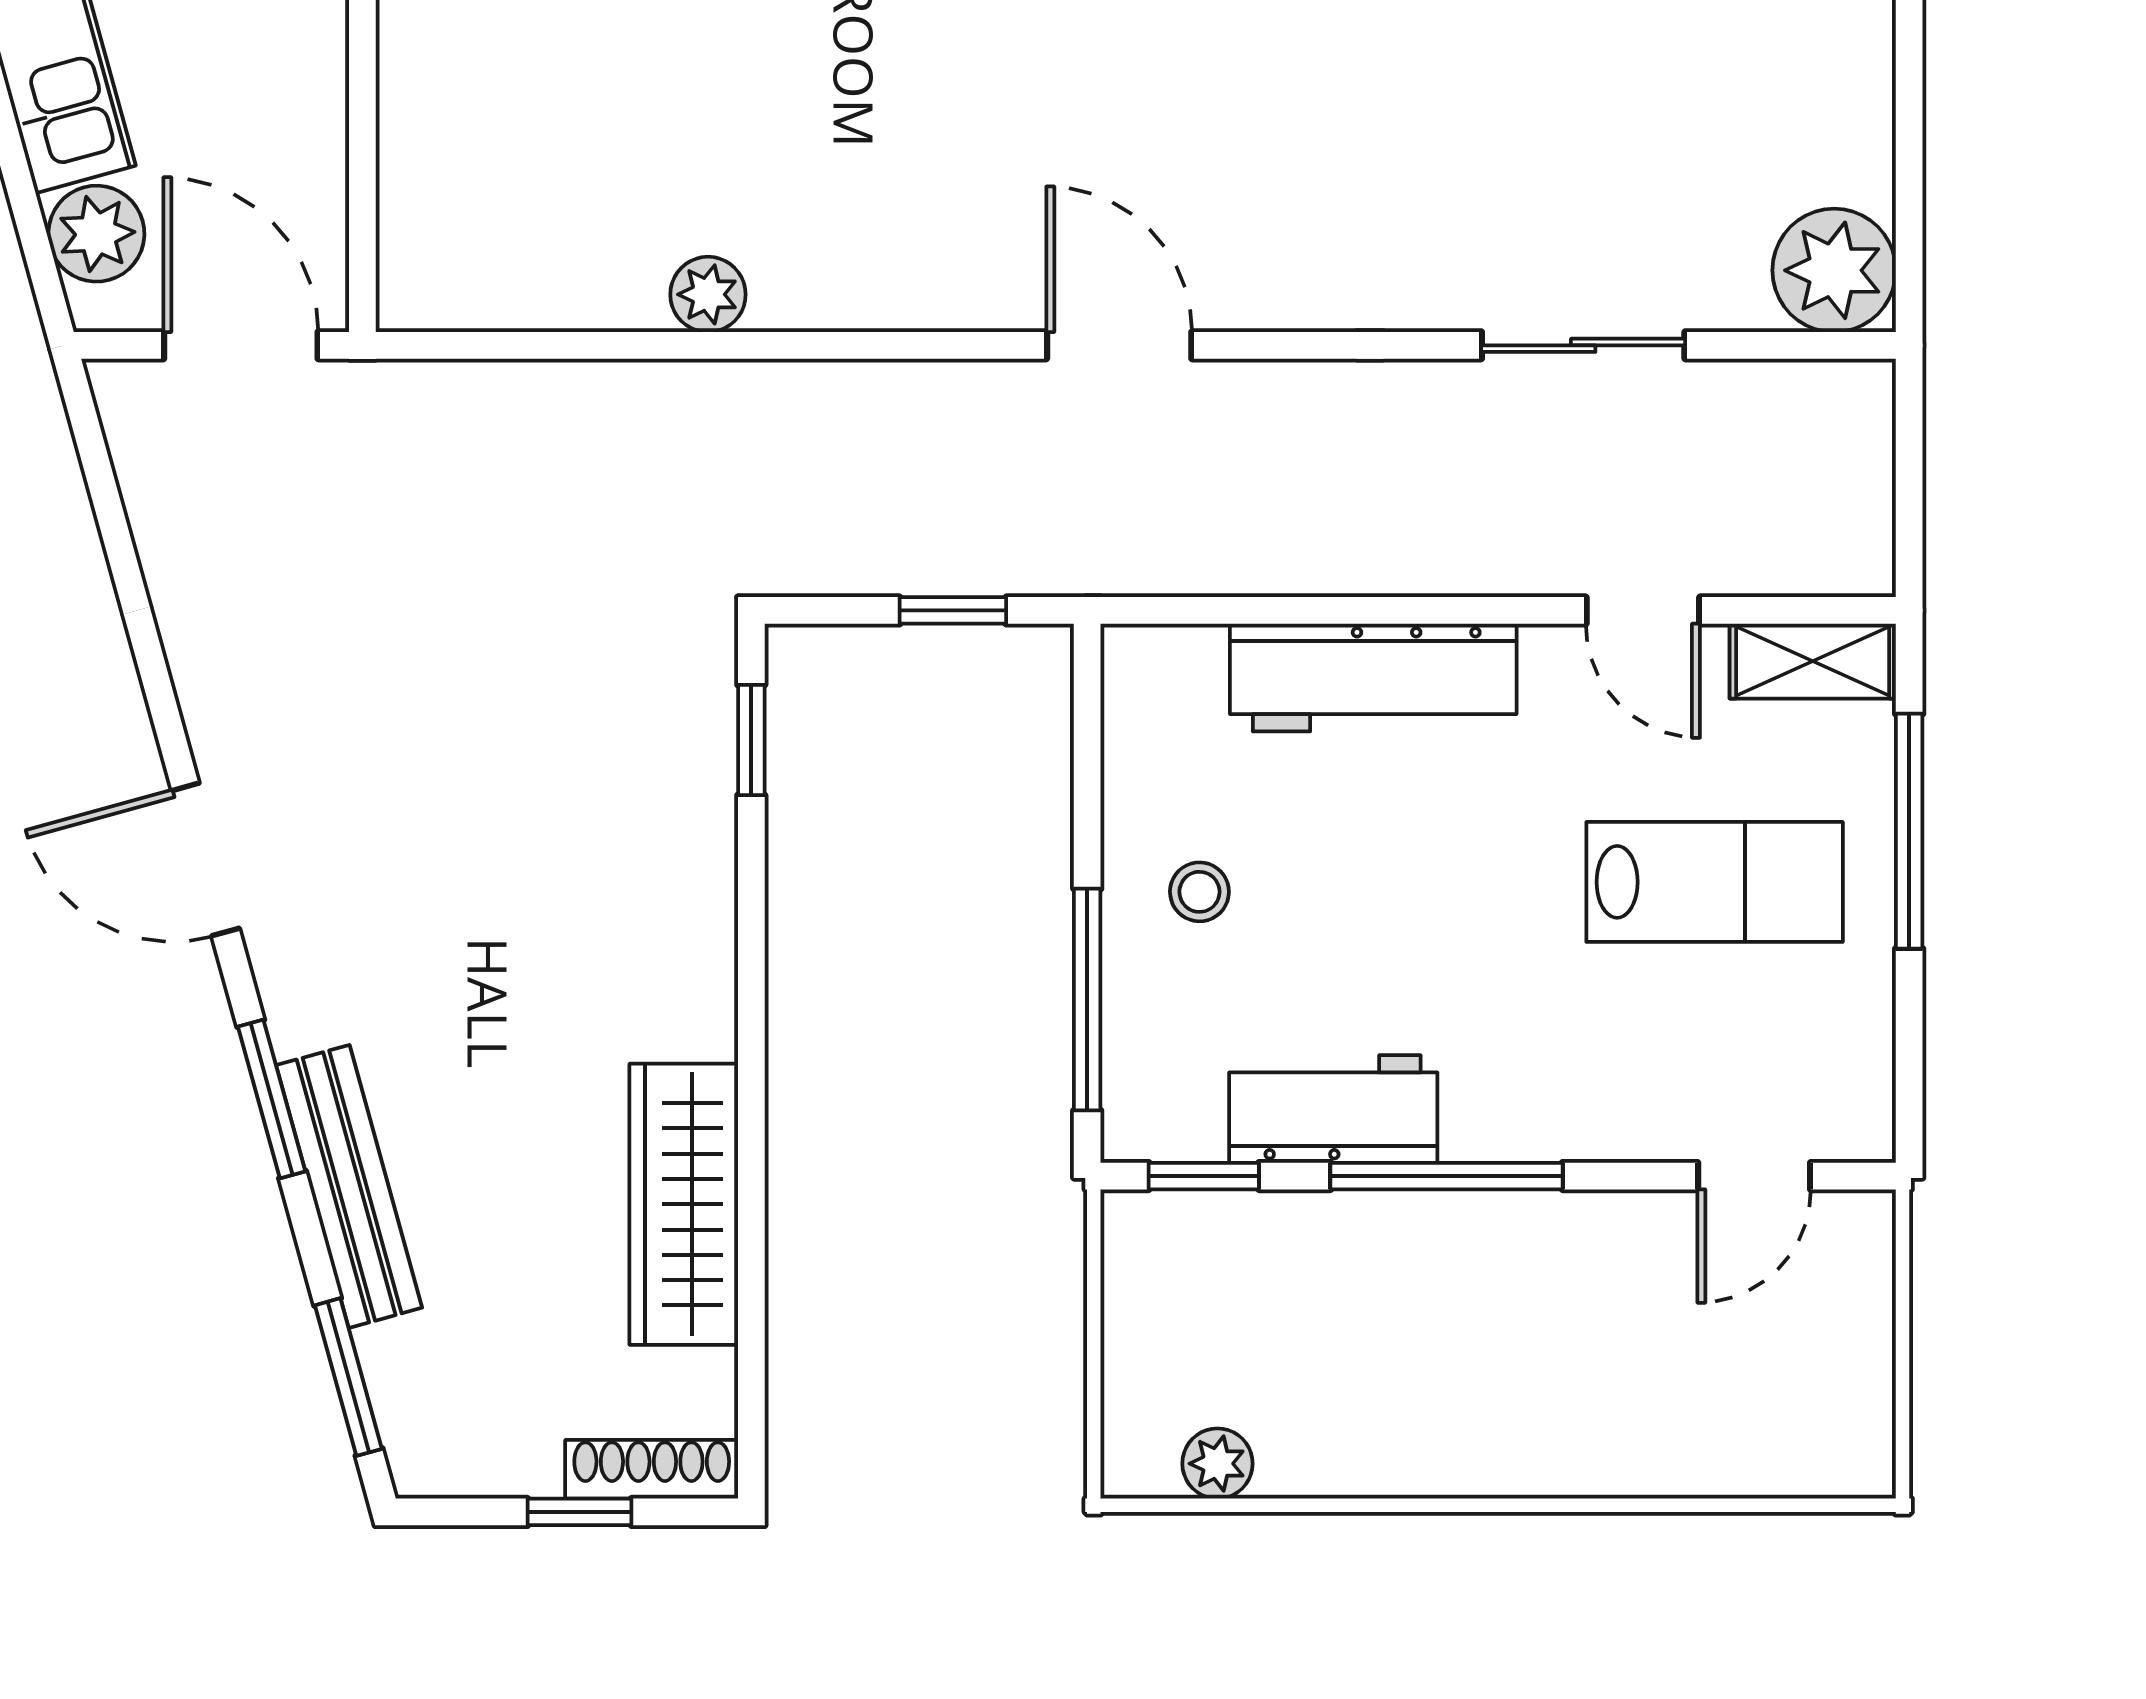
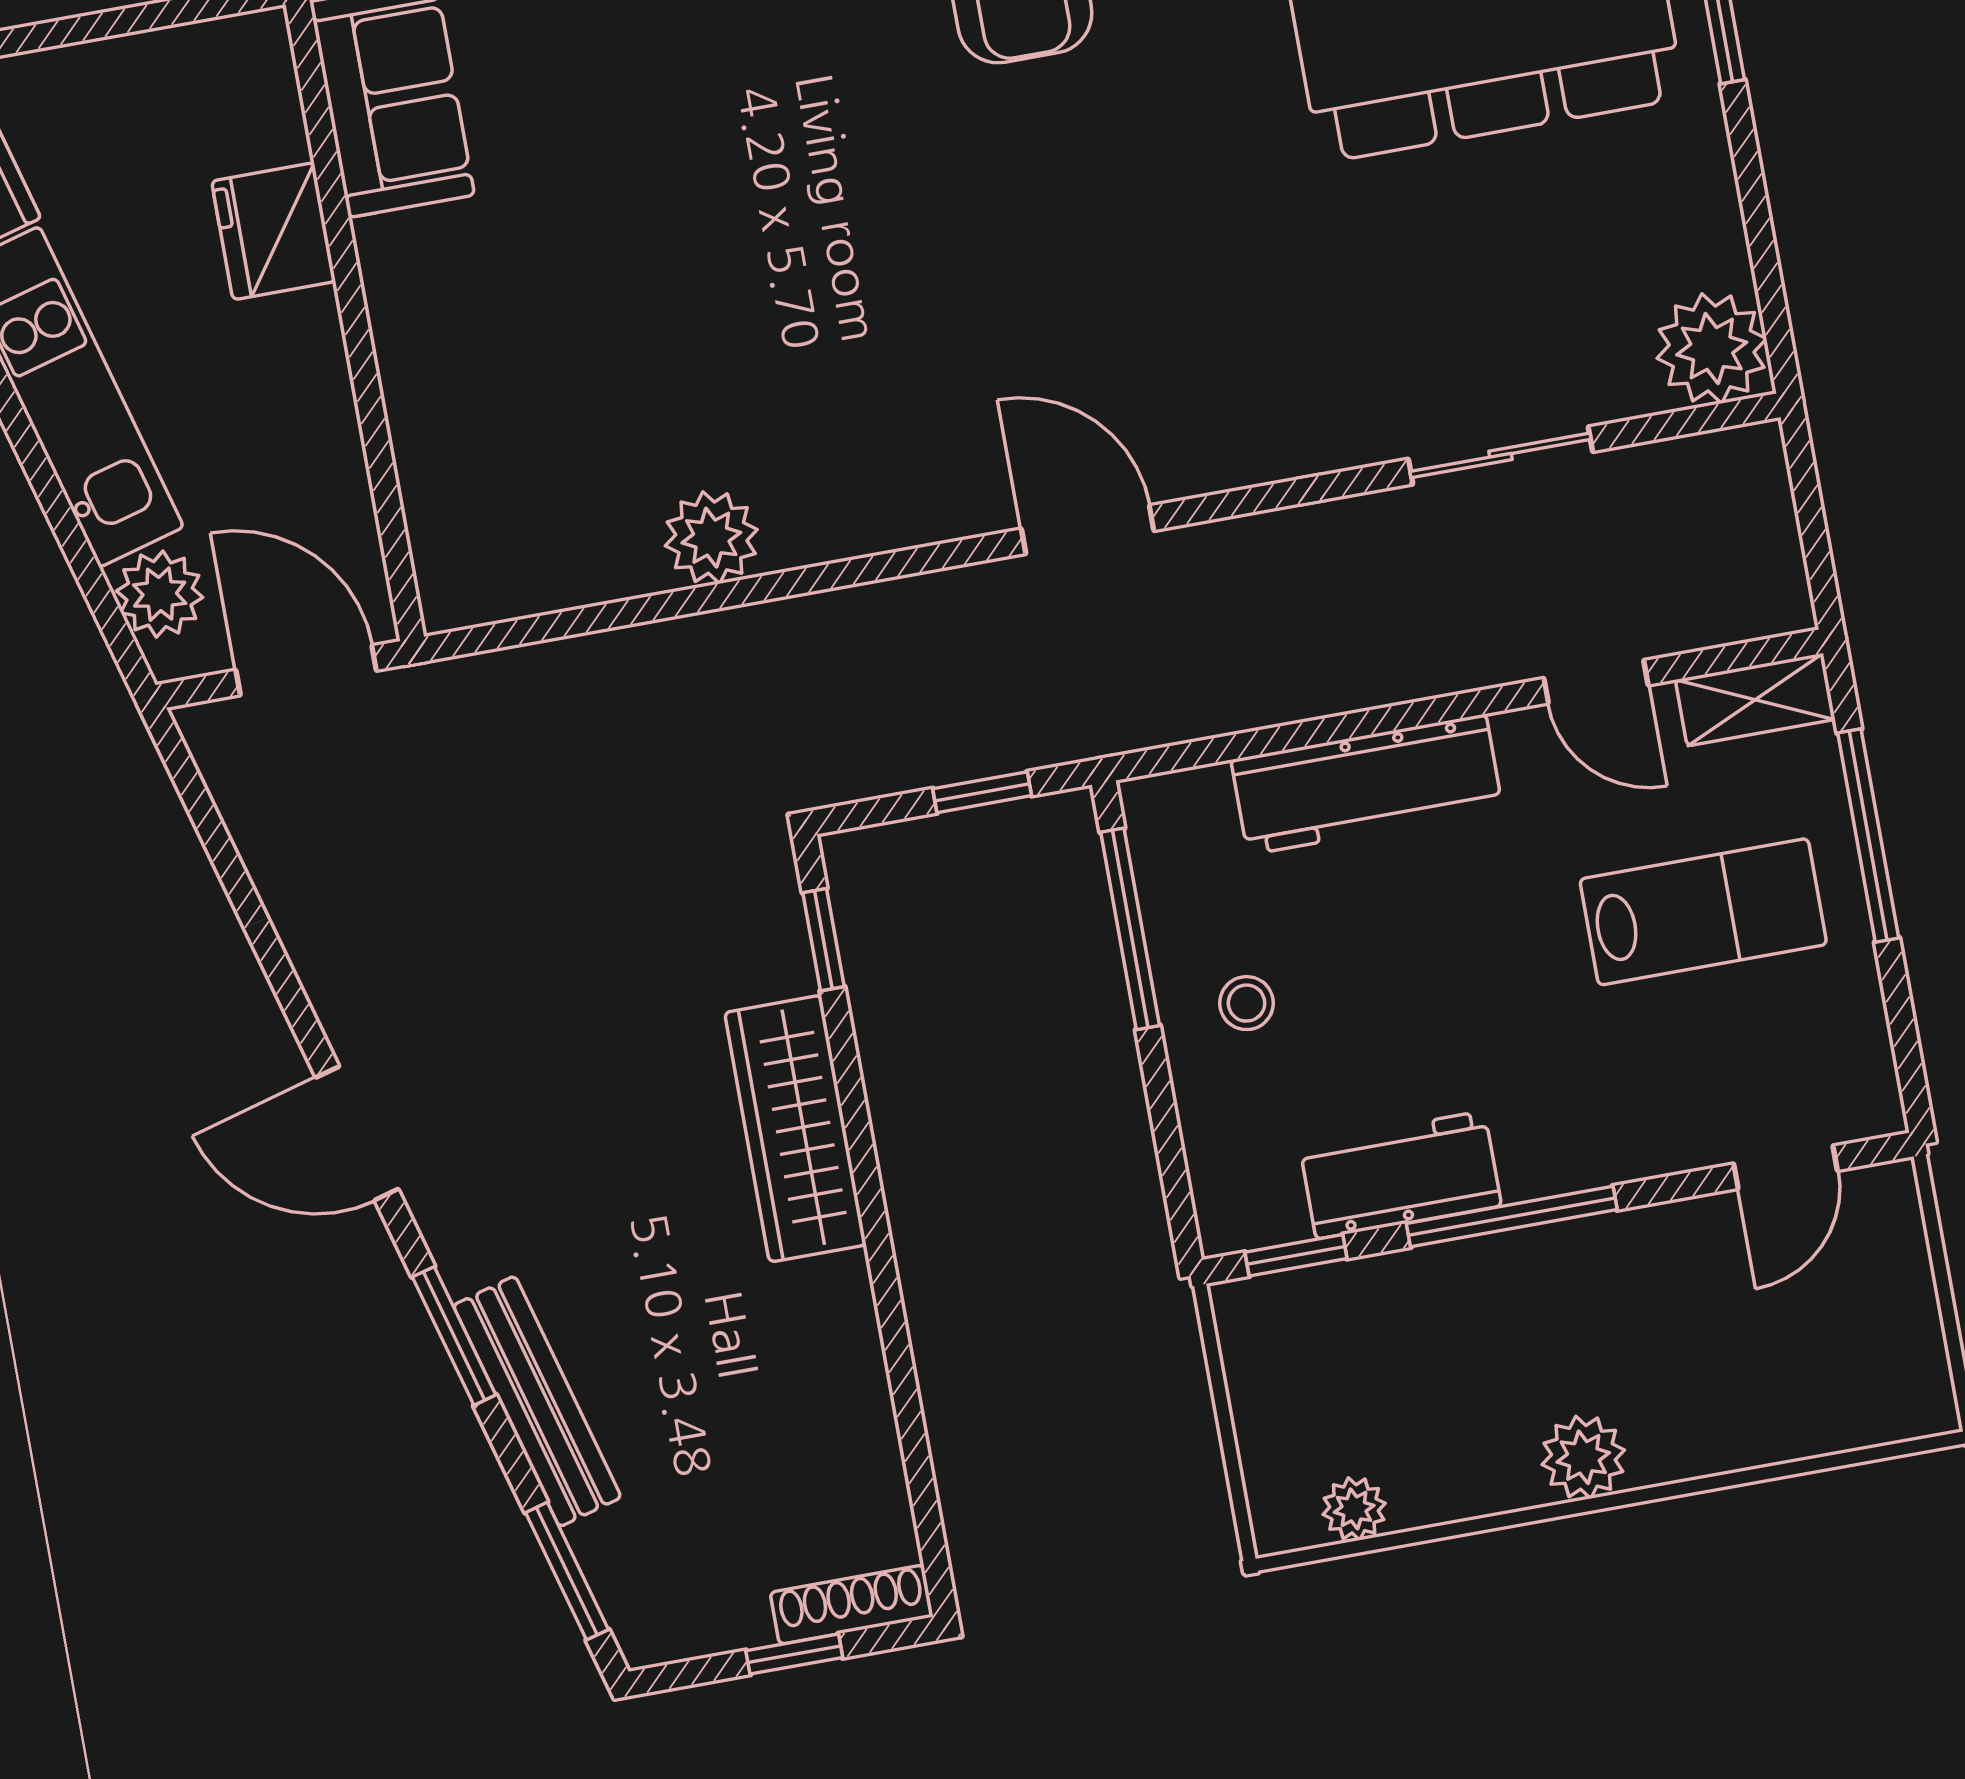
plant: (708, 294) -> (711, 538), width x1.38, depth x1.38
window: (1087, 1000) -> (1130, 929), moved
wardrobe: (684, 1204) -> (795, 1129), moved
plant: (1477, 1452) -> (1583, 1457), added

